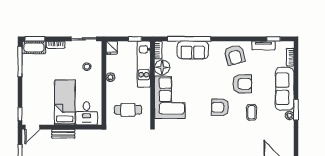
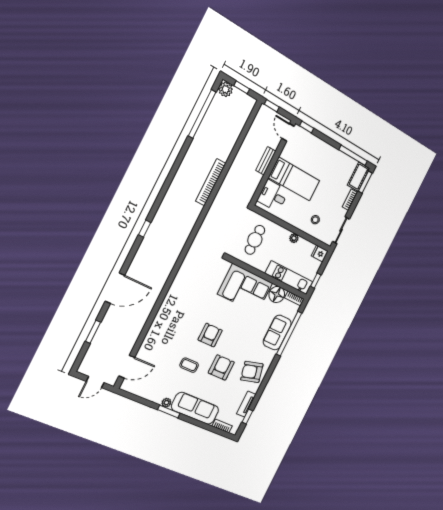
armchair: (242, 84) -> (221, 367), turned 180

